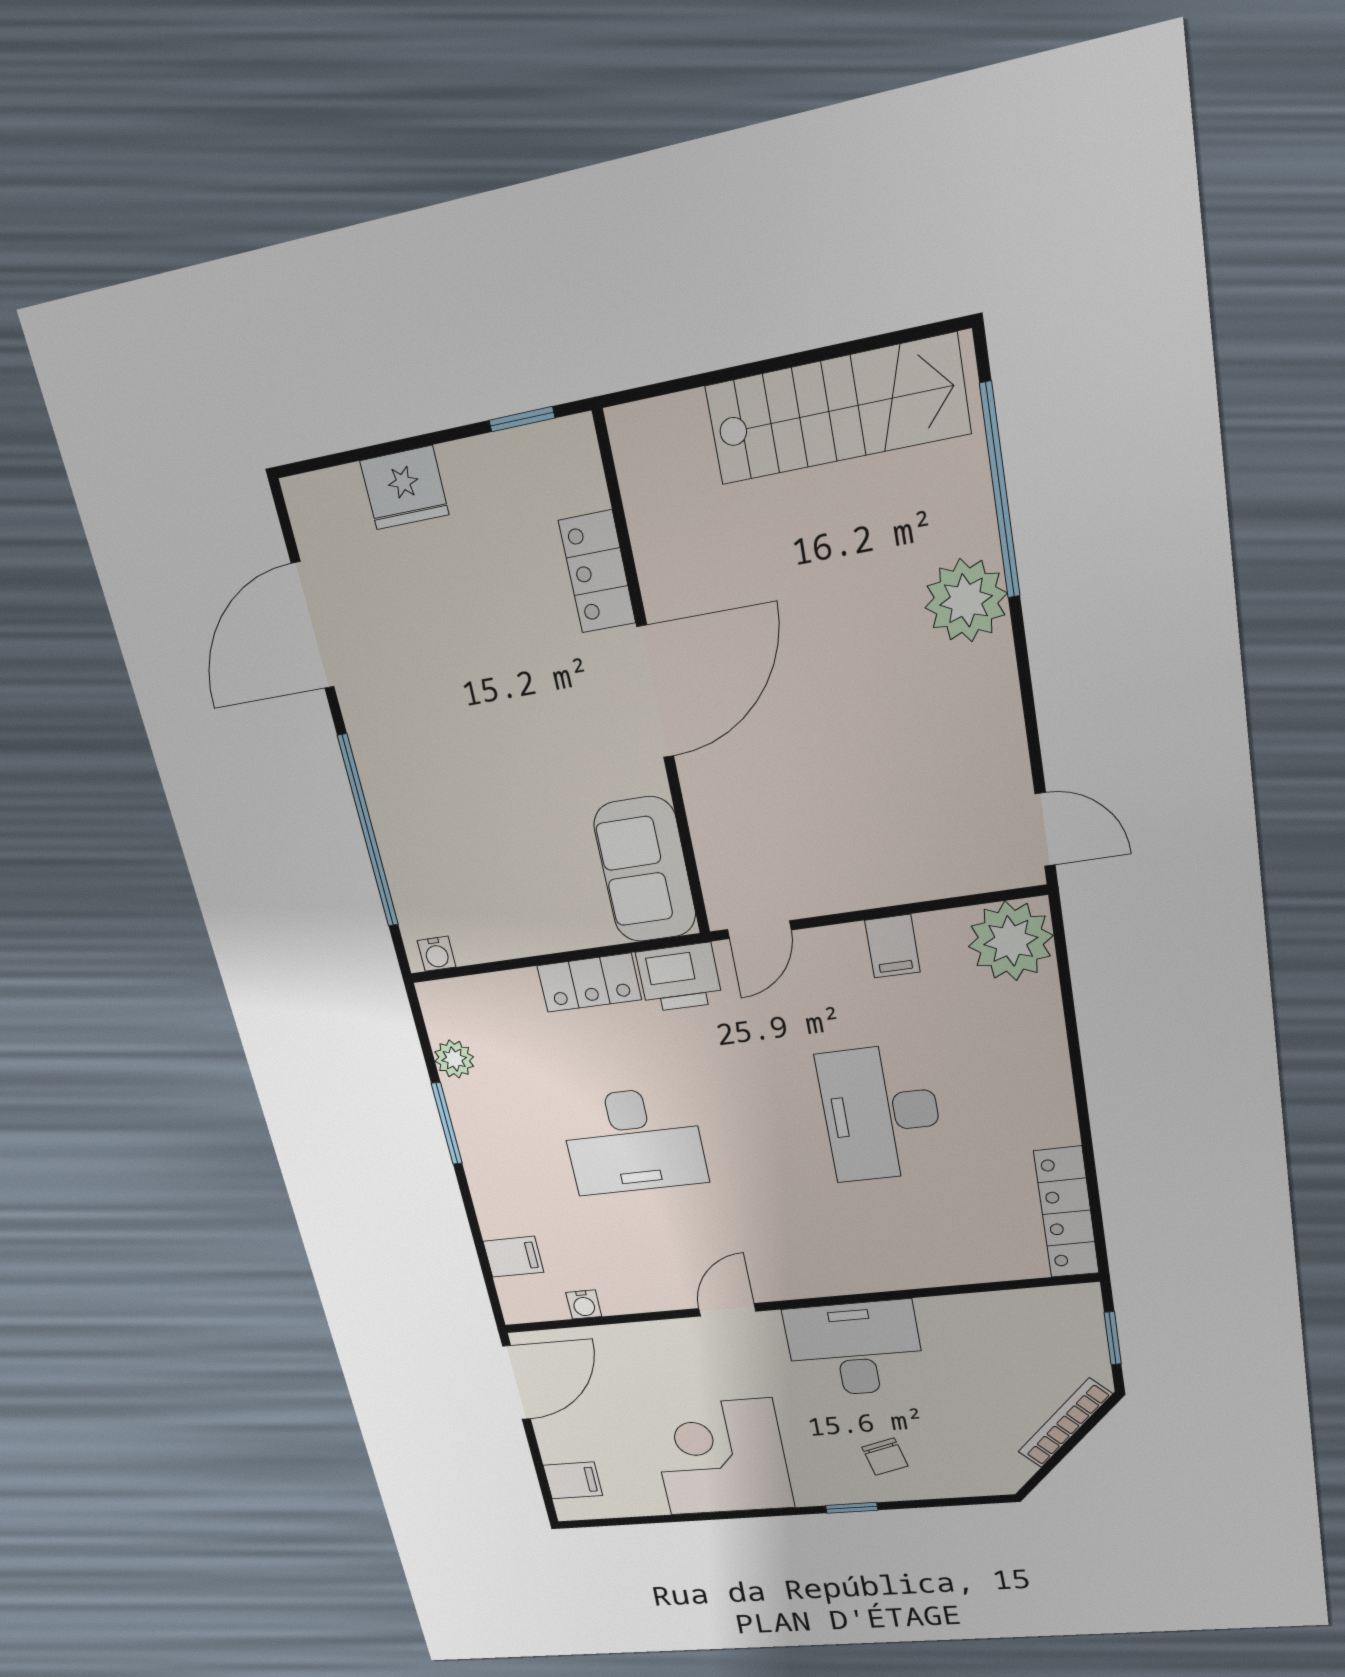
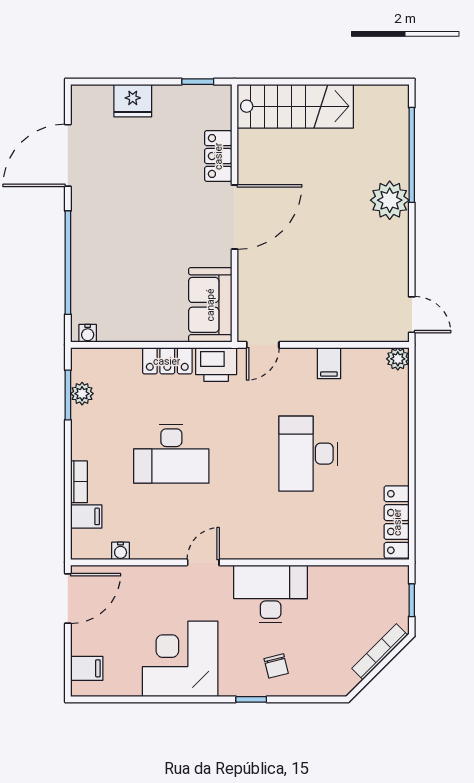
stairs: (837, 410) -> (295, 106), moved
plant: (1011, 941) -> (398, 359), width x0.53, depth x0.53
window: (447, 1123) -> (68, 395), moved
bookcase: (487, 1204) -> (79, 482), added

